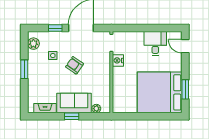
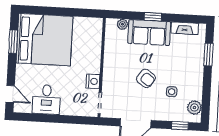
window: (55, 28) -> (180, 126), moved
window: (24, 69) -> (209, 55), moved

